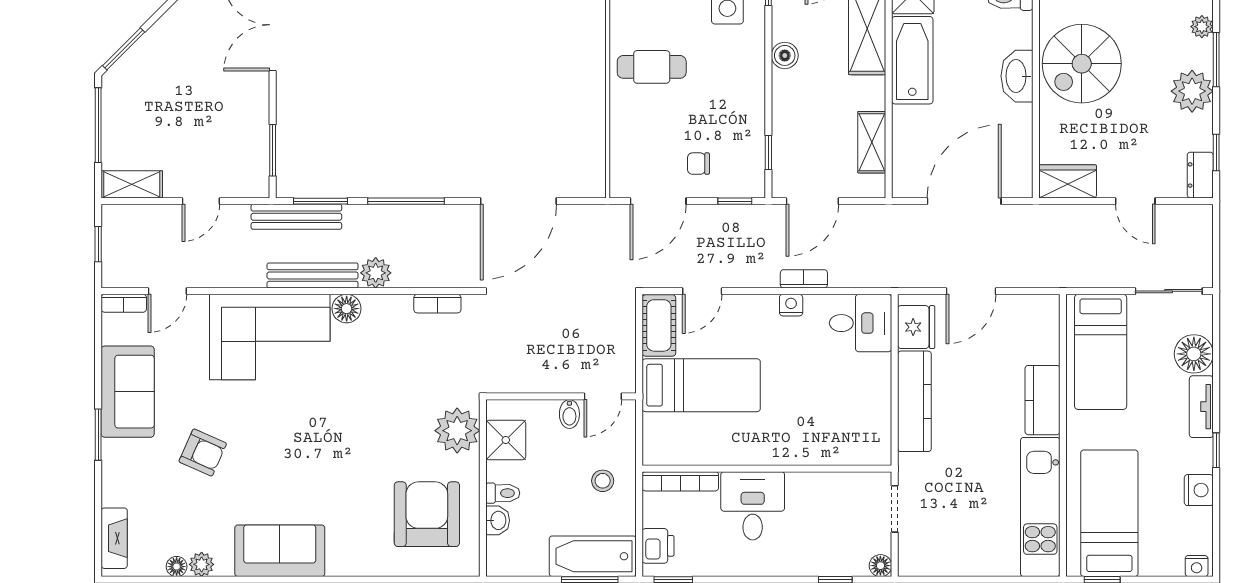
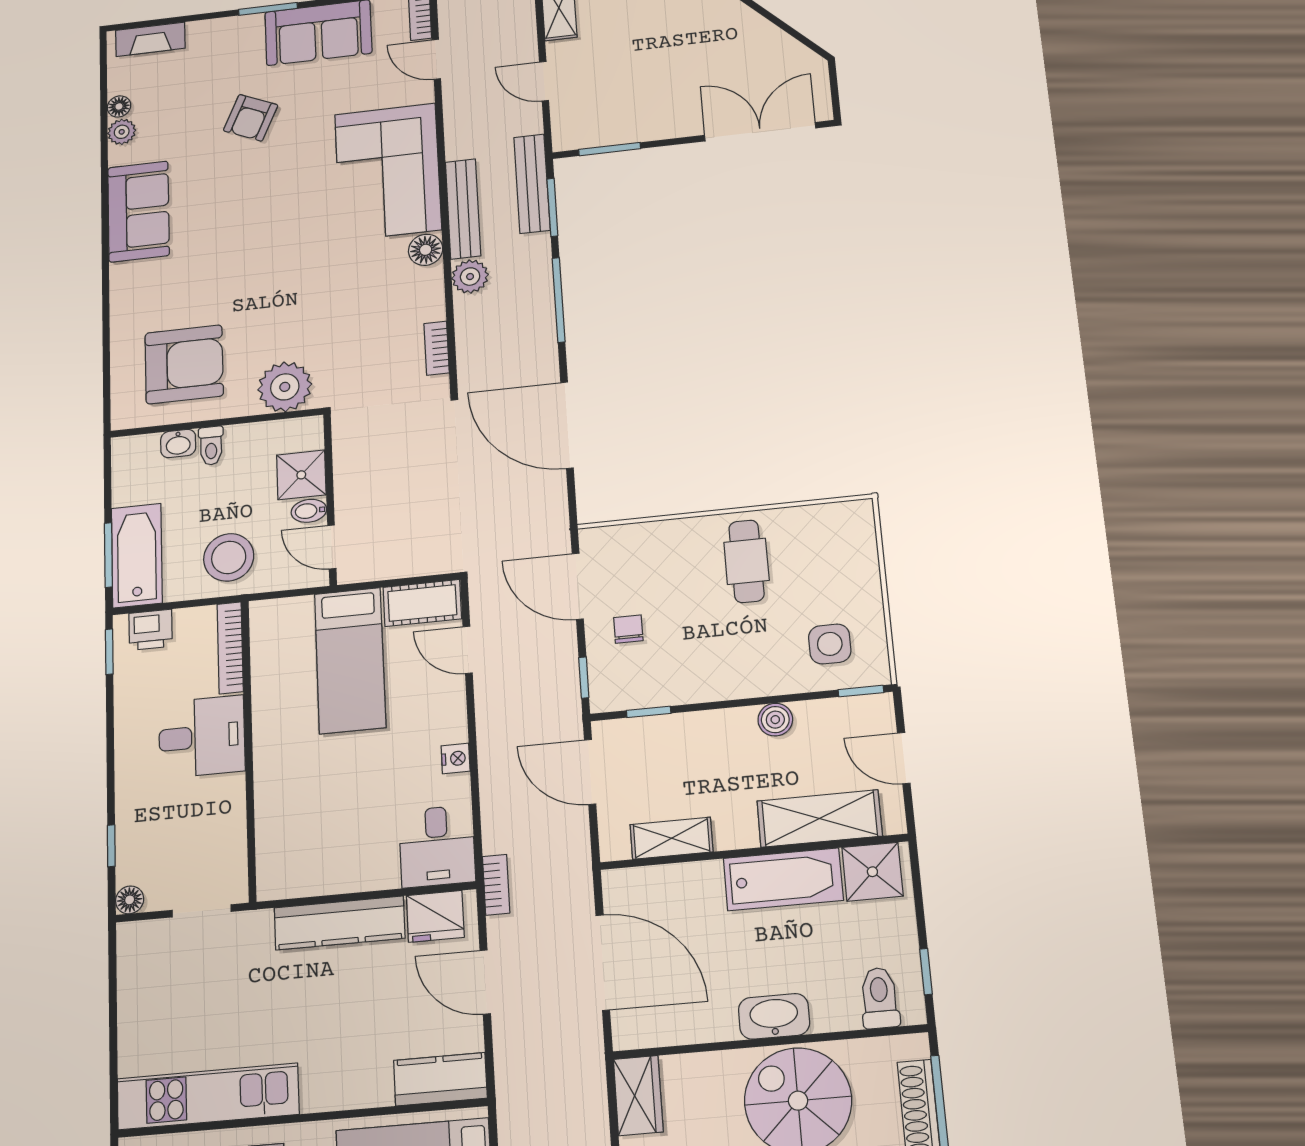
bookcase: (804, 279) -> (496, 885), moved
kitchen counter: (1043, 400) -> (440, 1079), moved
shower: (506, 440) -> (301, 475), moved
stool: (603, 481) -> (229, 557), width x1.89, depth x1.89

